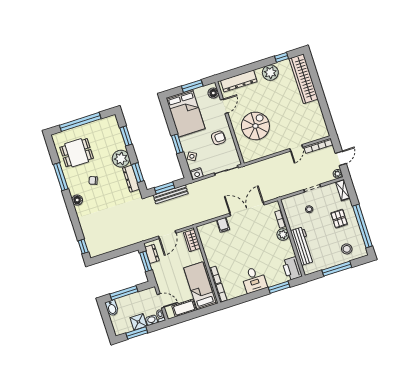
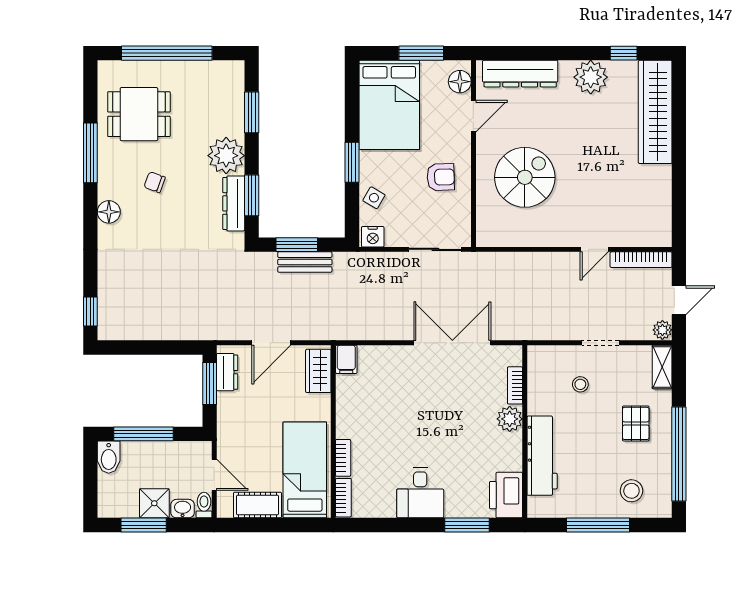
bench: (171, 194) -> (305, 262), width x0.73
filing cabinet: (223, 225) -> (346, 359), moved

